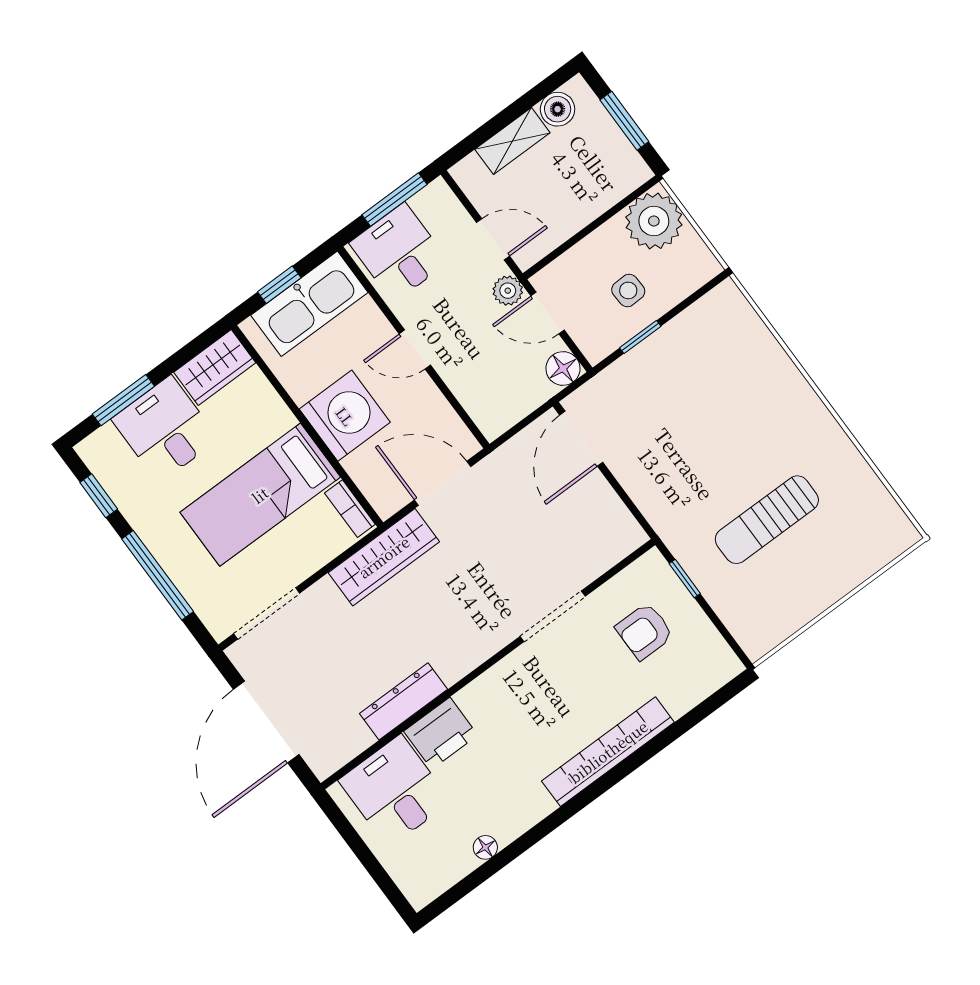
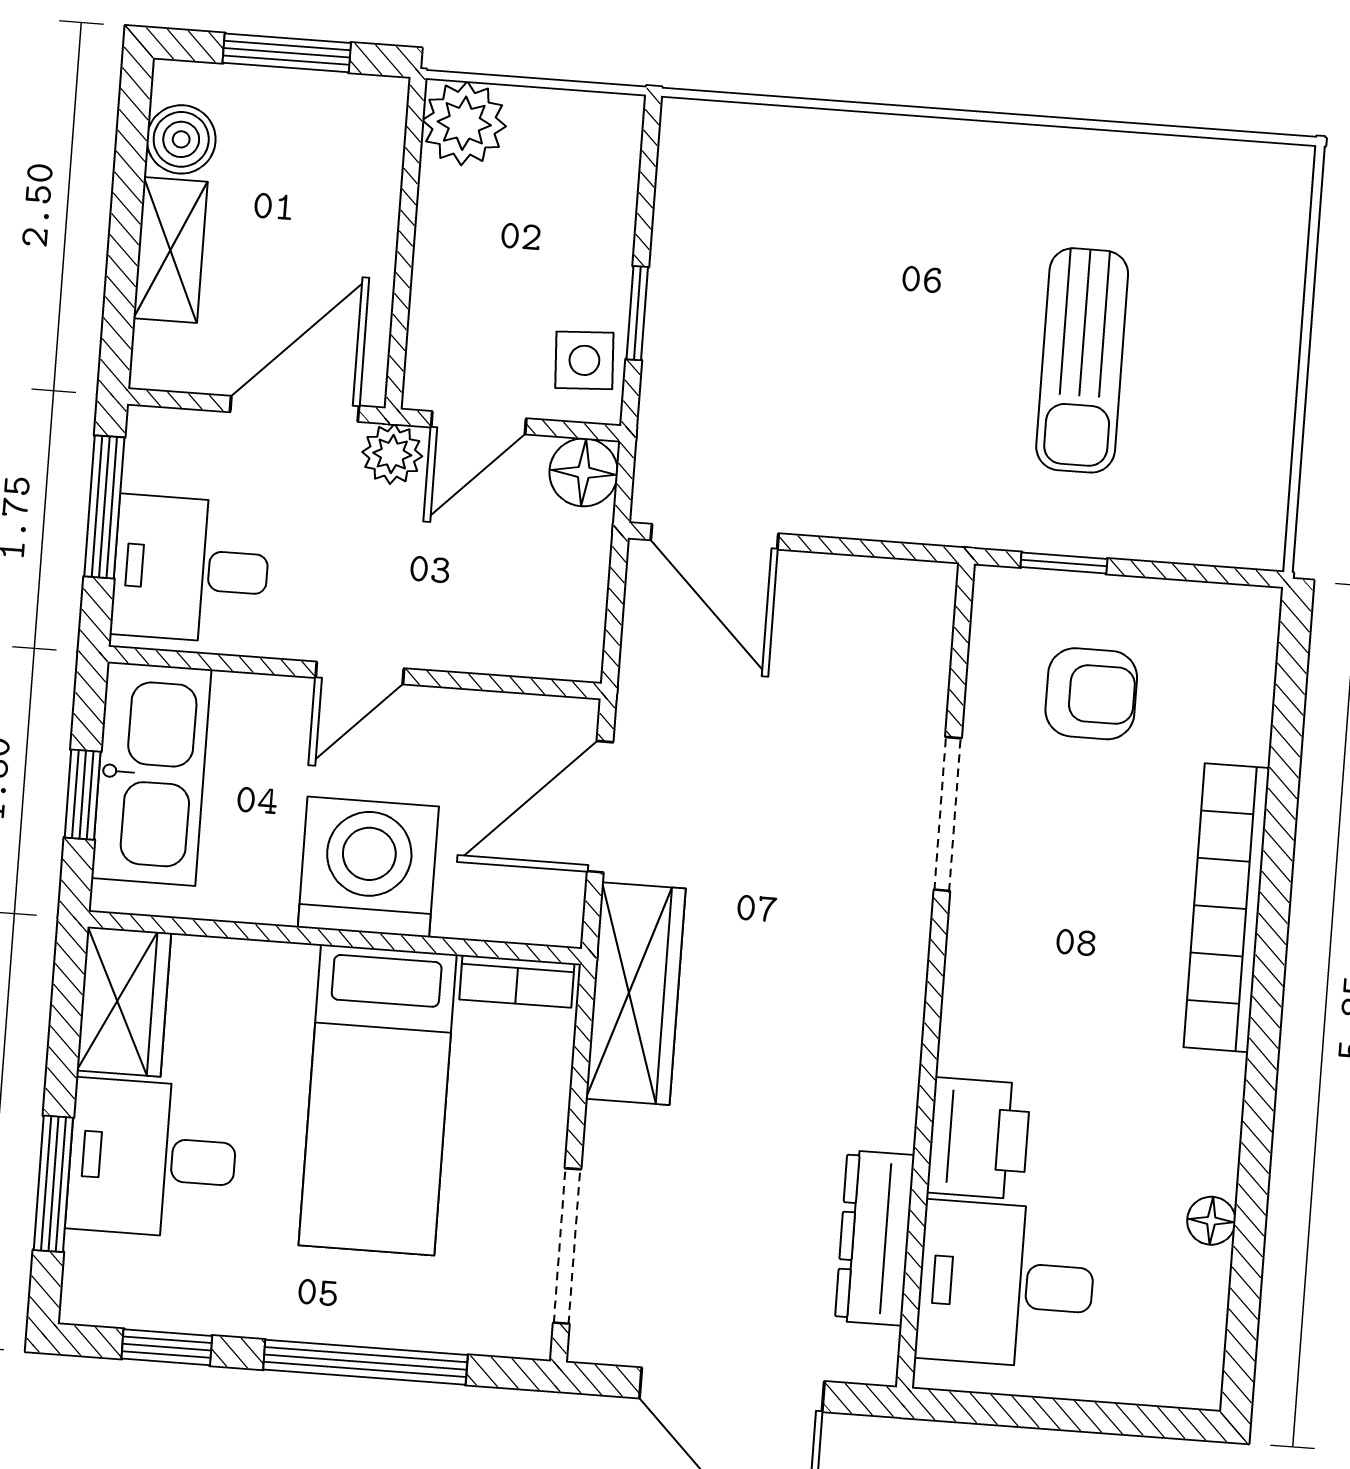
plant: (654, 221) -> (464, 123), width x0.73, depth x0.73
door: (493, 239) -> (295, 409), width x1.38
side table: (628, 290) -> (584, 360), moved
armchair: (644, 631) -> (1091, 694), turned -90
dresser: (403, 701) -> (875, 1238), moved

